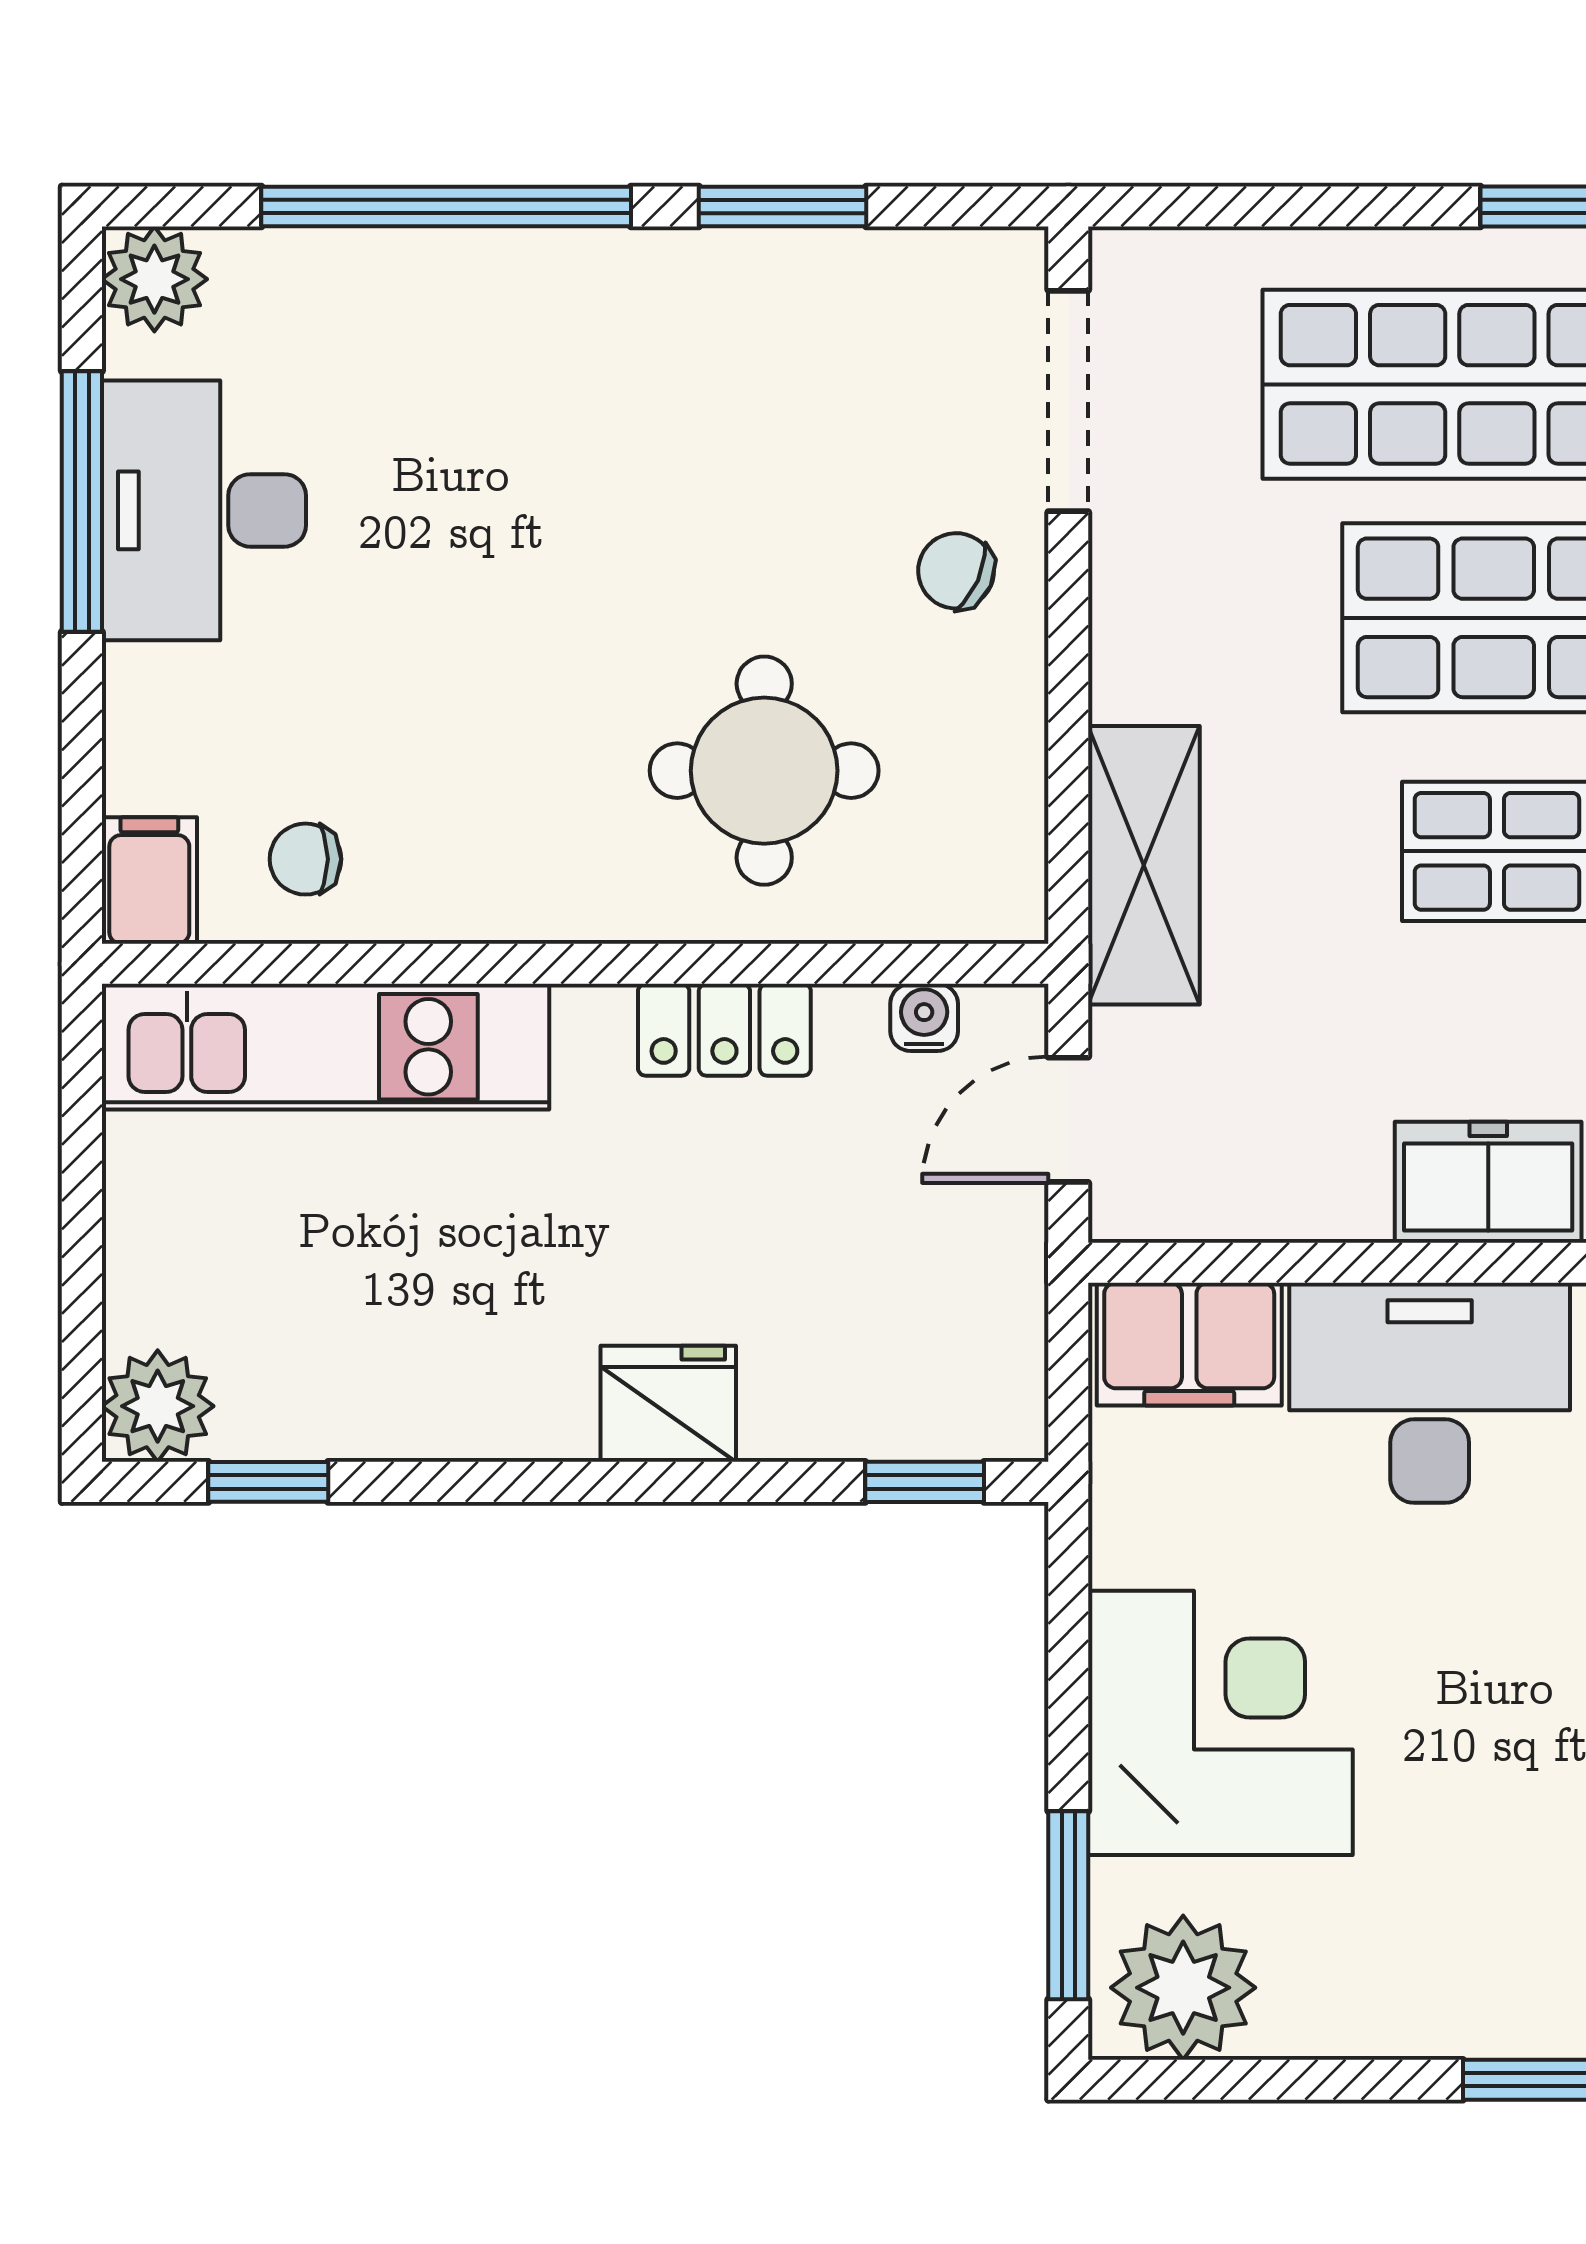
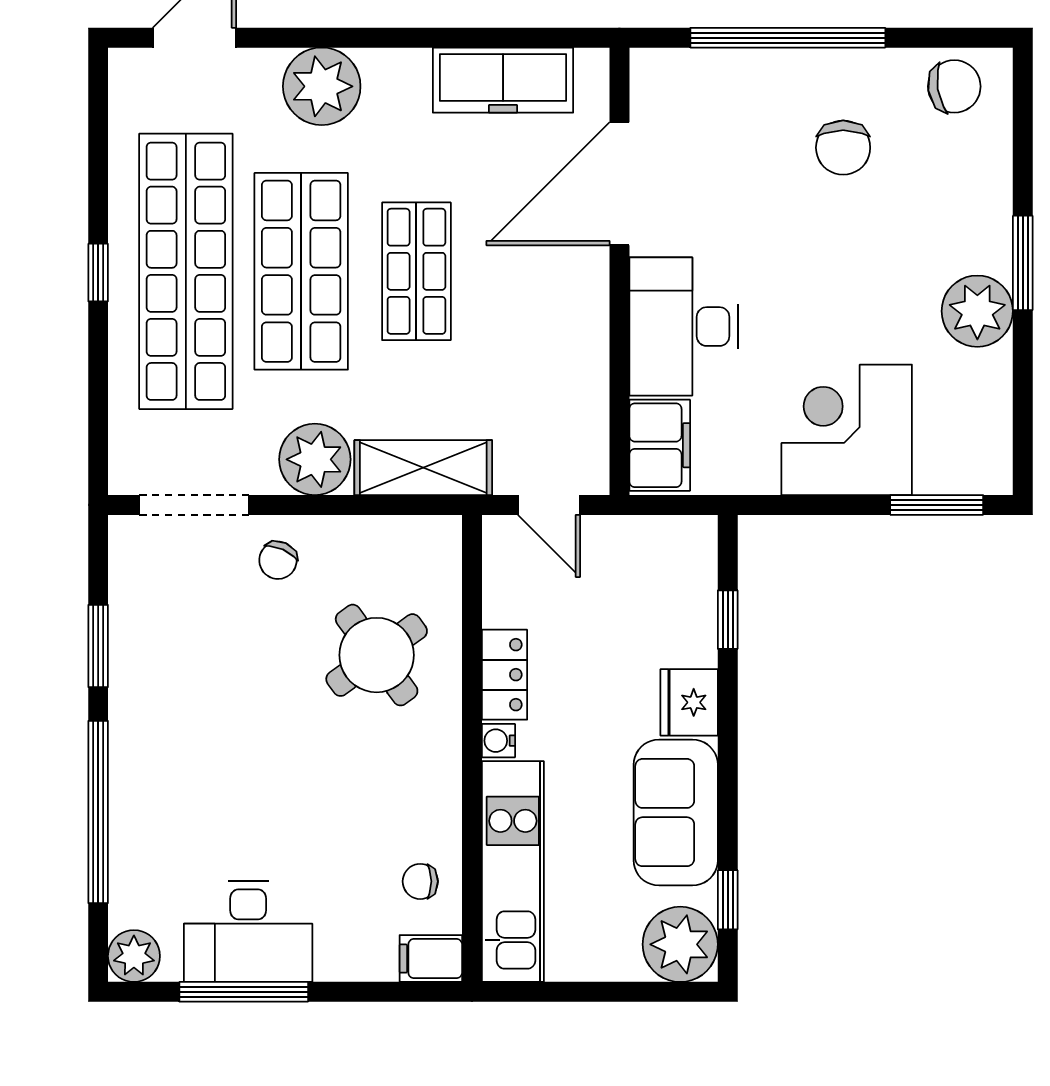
plant: (1161, 646) -> (315, 459), added
round table: (764, 771) -> (377, 655), turned -36
chair: (305, 859) -> (420, 881), turned 90
water cooler: (924, 1017) -> (498, 741), moved
freezer: (1488, 1182) -> (580, 298), removed
sofa: (445, 1377) -> (676, 813), added
plant: (158, 1406) -> (680, 944), width x1.36, depth x1.36
window: (925, 1482) -> (728, 620), moved
plant: (1183, 1988) -> (977, 311), moved

